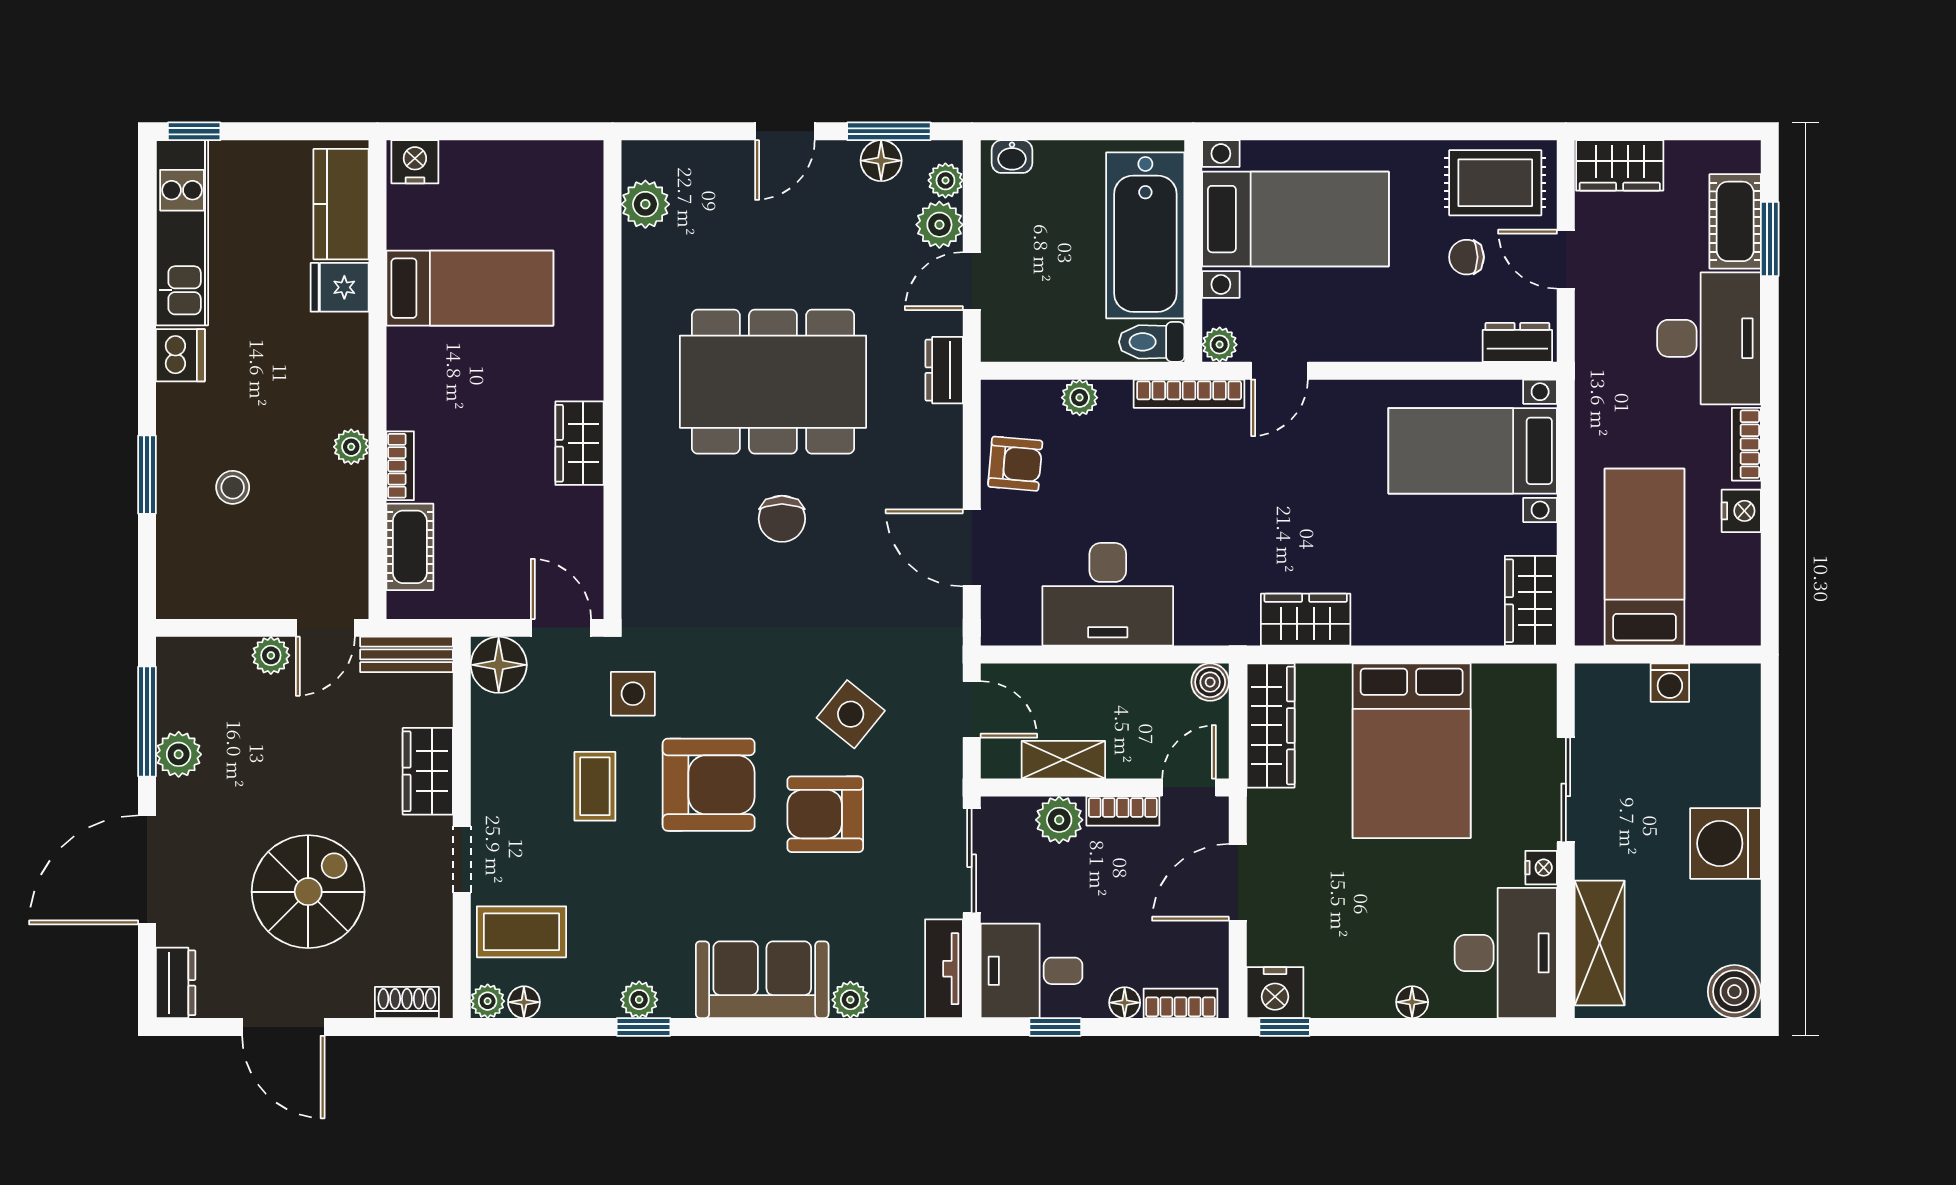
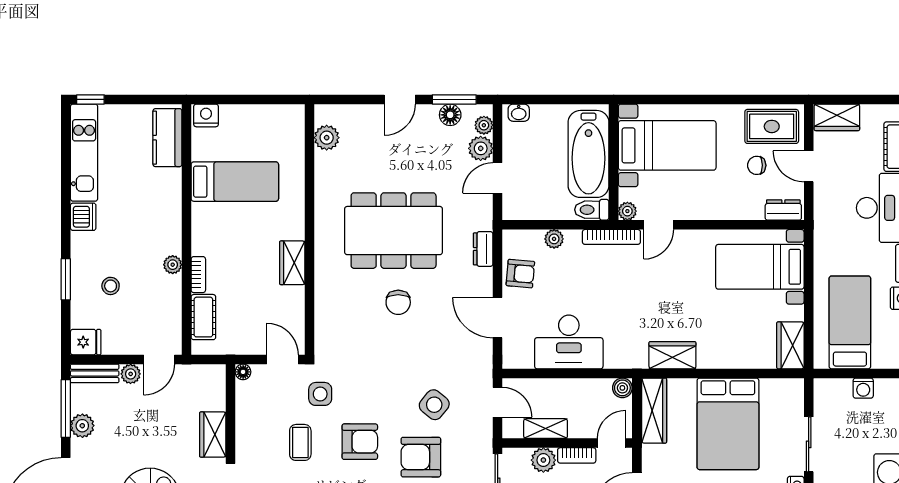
fridge: (340, 287) -> (86, 342), moved, turned 180
dresser: (944, 370) -> (483, 249), moved
bench: (407, 654) -> (95, 373), moved
floor lamp: (499, 665) -> (243, 372), width x0.53, depth x0.53
armchair: (709, 785) -> (360, 442), width x0.73, depth x0.73

